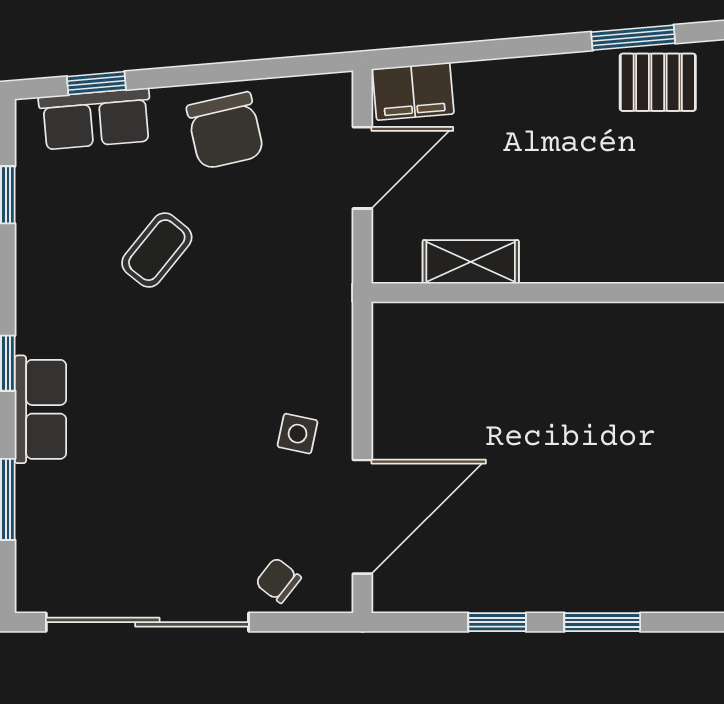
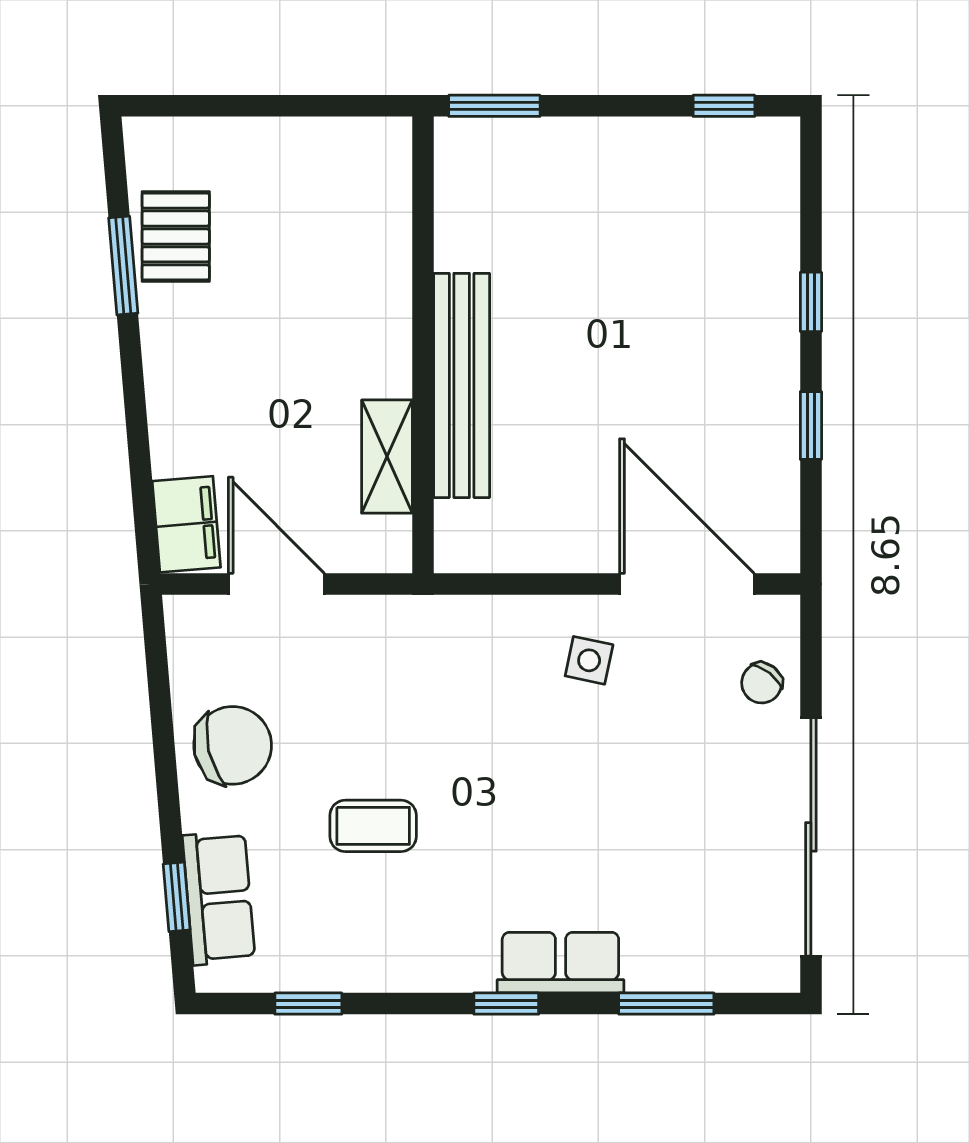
coffee table: (157, 250) -> (373, 826), turned -39
bench: (531, 325) -> (462, 385), added
window: (602, 622) -> (811, 302), width x0.67

